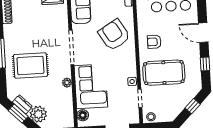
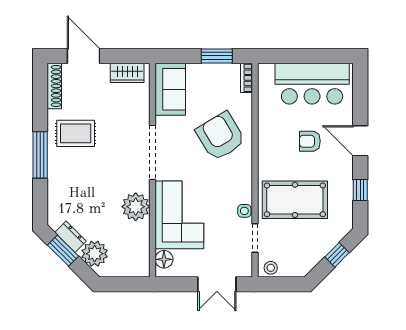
armchair: (154, 42) -> (310, 141), moved
rug: (30, 65) -> (76, 133), moved, width x0.73, depth x0.70
plant: (67, 83) -> (136, 207), width x1.87, depth x1.87

